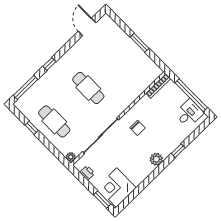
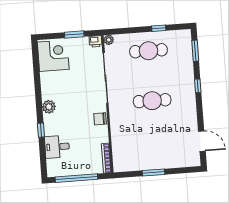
window: (26, 87) -> (195, 51), width x0.69
desk: (189, 113) -> (57, 147), moved, turned 90
chair: (138, 128) -> (100, 119), moved
printer: (87, 173) -> (96, 41), moved
window: (102, 199) -> (74, 34), moved

